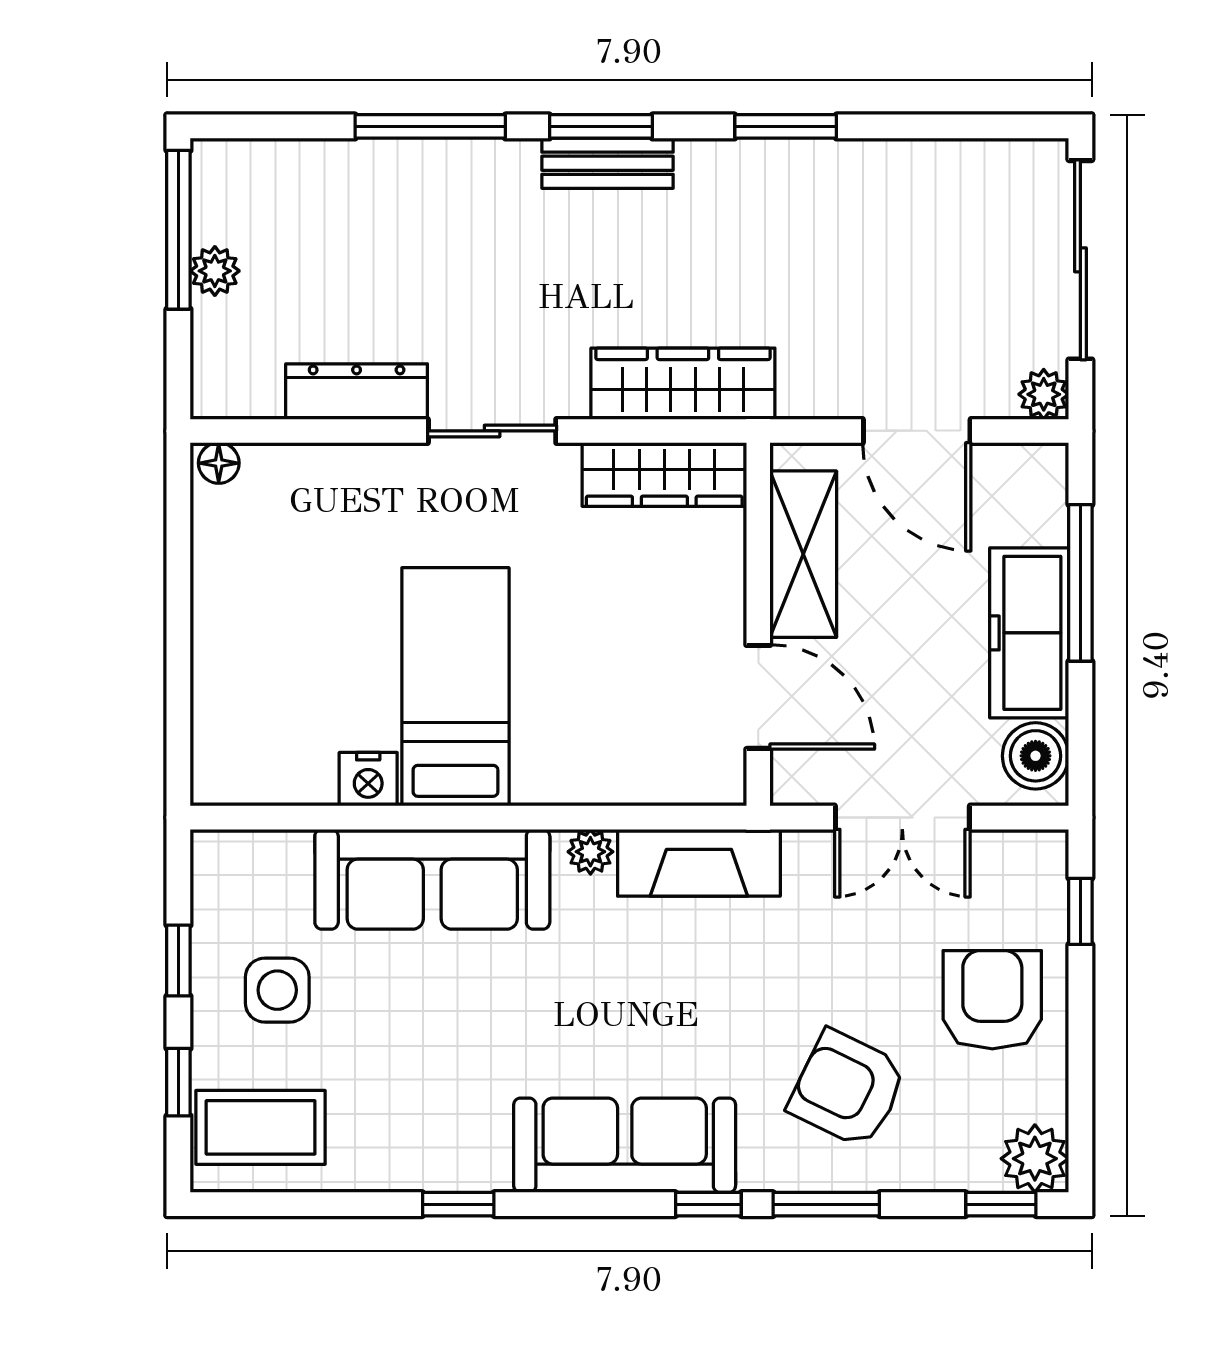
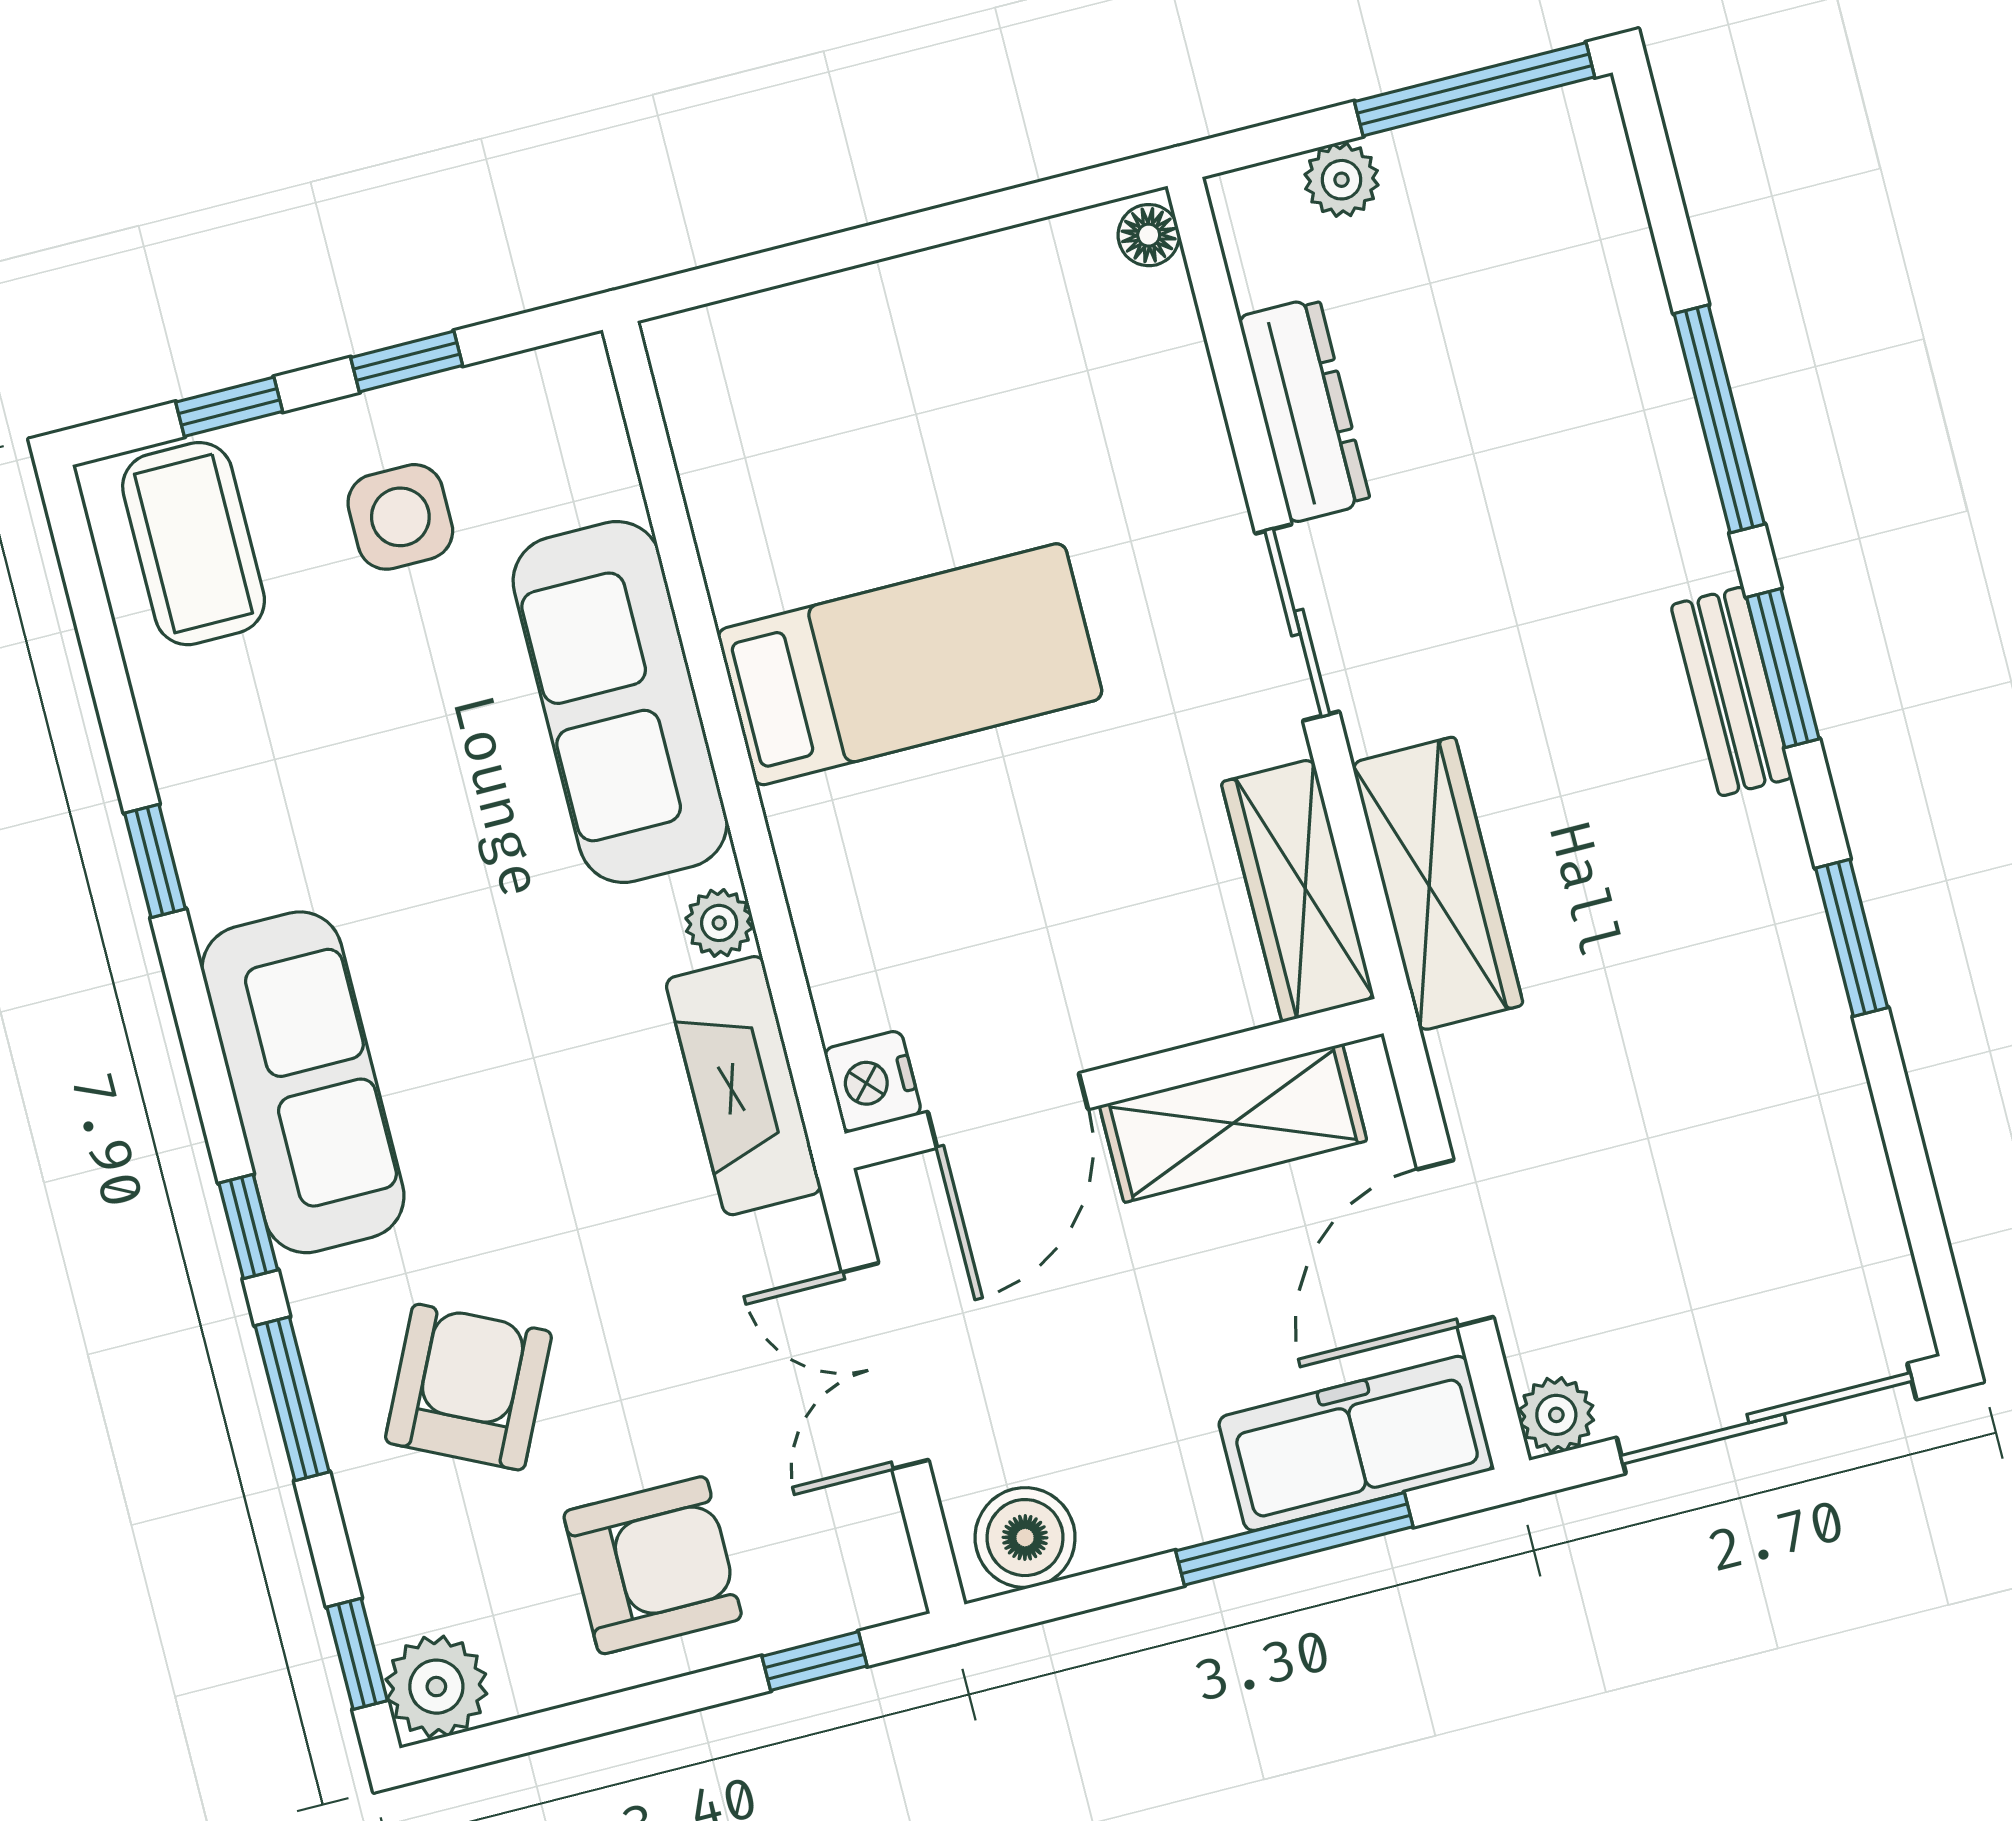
plant: (215, 271) -> (1341, 180), moved
freezer: (1029, 633) -> (1356, 1443), moved
nightstand: (368, 779) -> (873, 1082), moved

